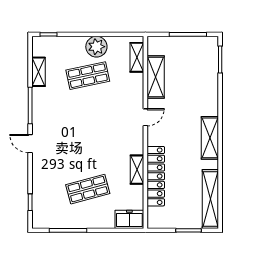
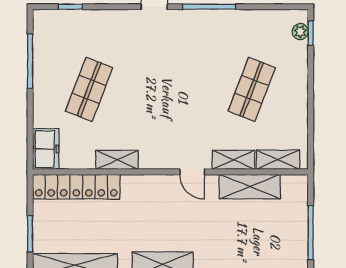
plant: (96, 47) -> (300, 32), moved, width x0.53, depth x0.53
shelving: (39, 72) -> (233, 160), moved
shop shelf: (88, 76) -> (252, 89), turned 33
locker: (156, 176) -> (76, 187), moved
shop shelf: (88, 189) -> (89, 89), turned 36

